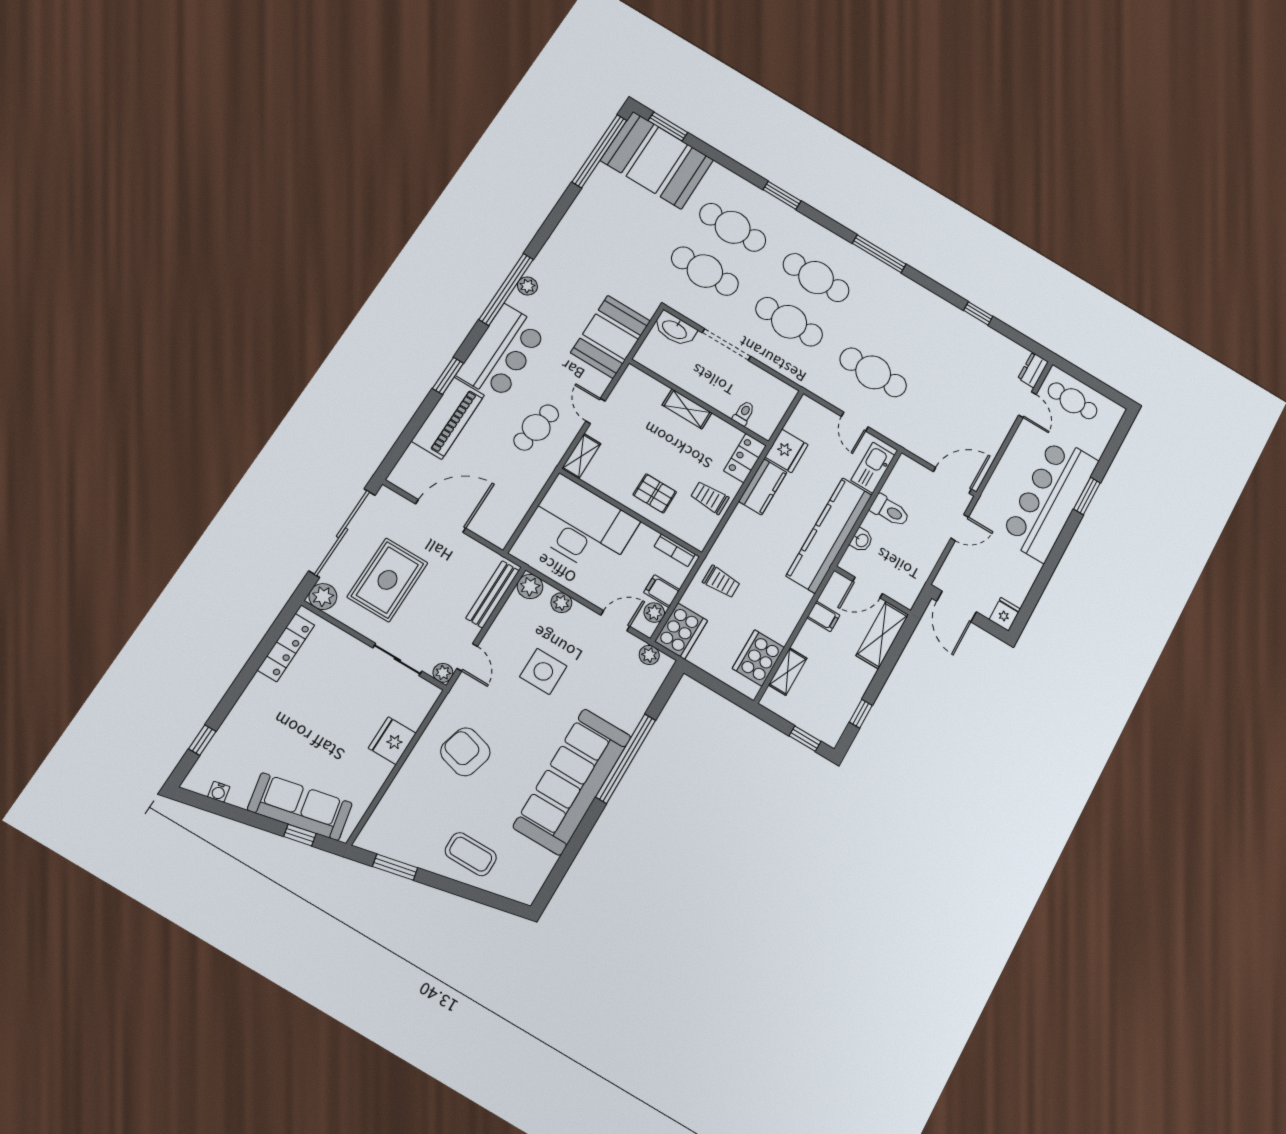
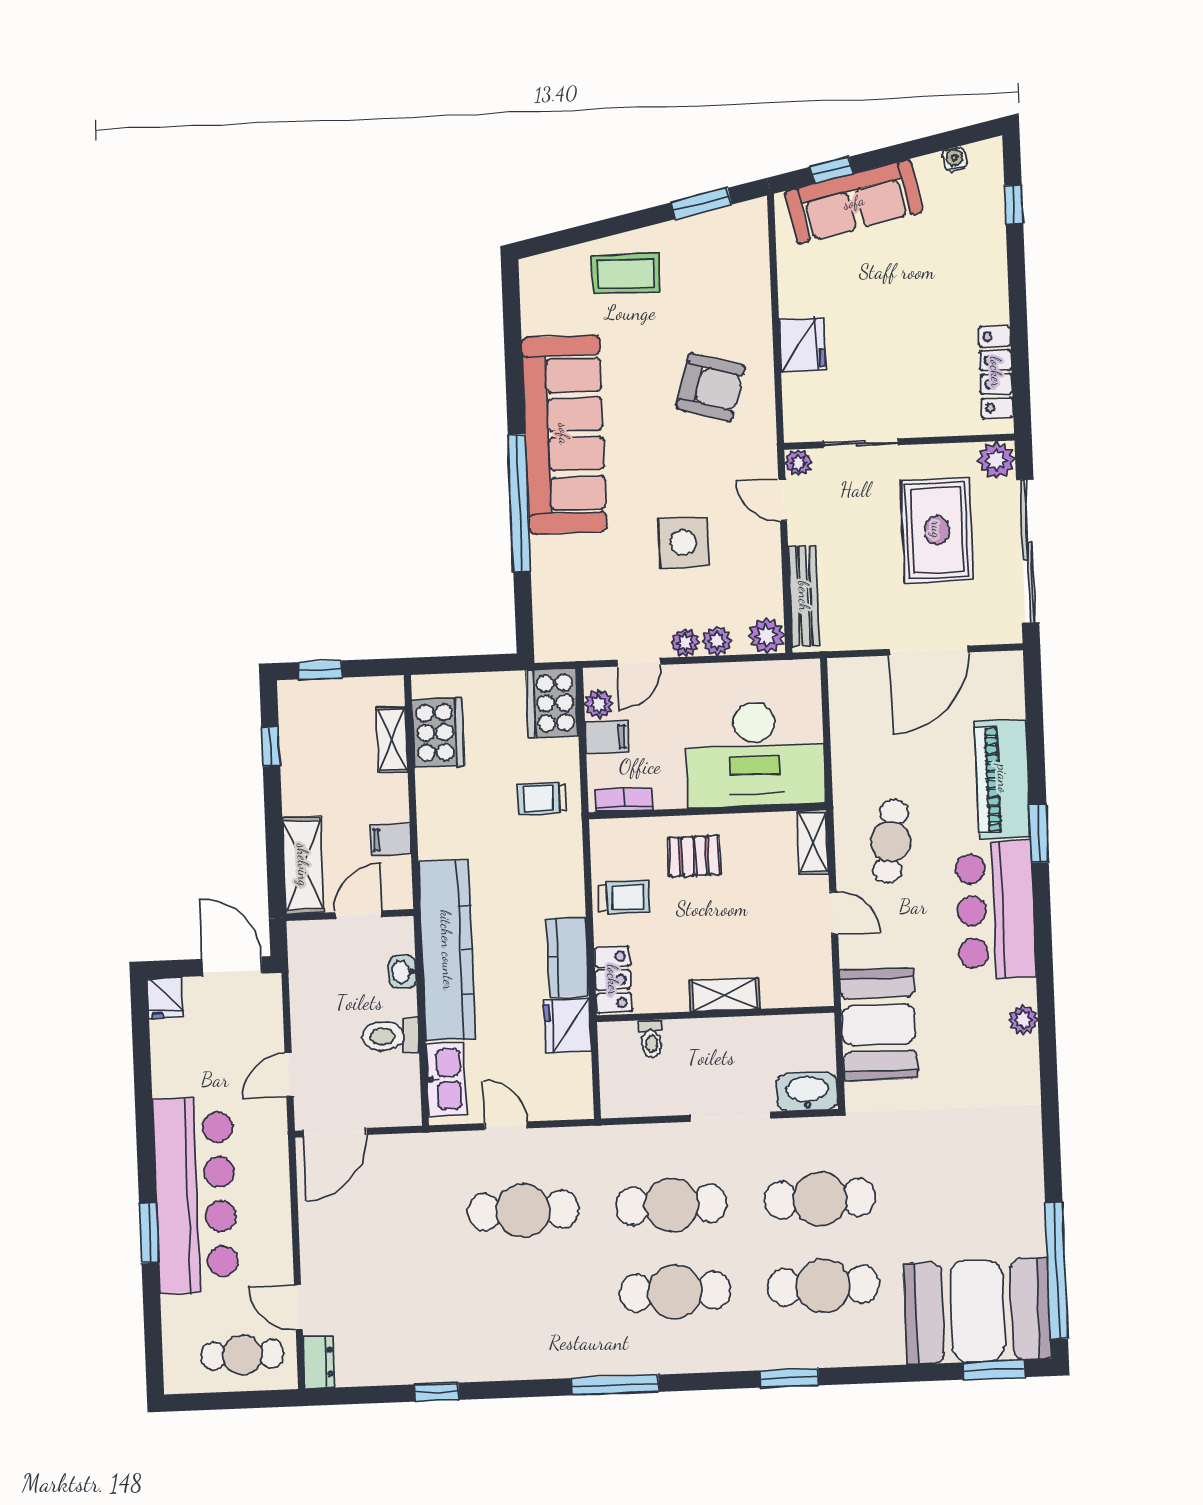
window: (506, 289) -> (1046, 997), removed
plant: (649, 655) -> (685, 643), moved

